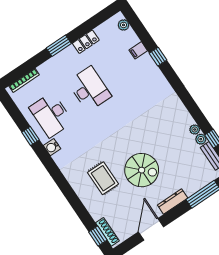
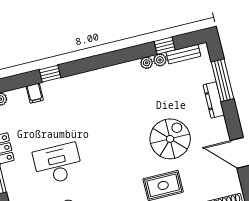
dresser: (173, 201) -> (214, 100), moved

